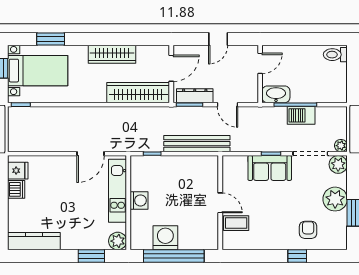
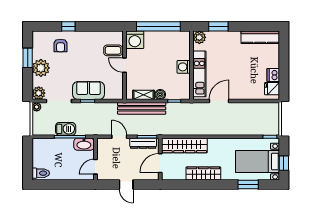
door: (218, 39) -> (126, 185), swing flipped
shelving: (194, 162) -> (144, 95), added
boiler: (171, 163) -> (160, 94), added
washing machine: (165, 238) -> (135, 40), moved

